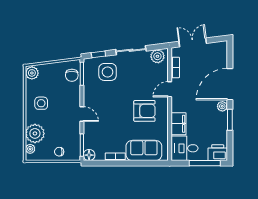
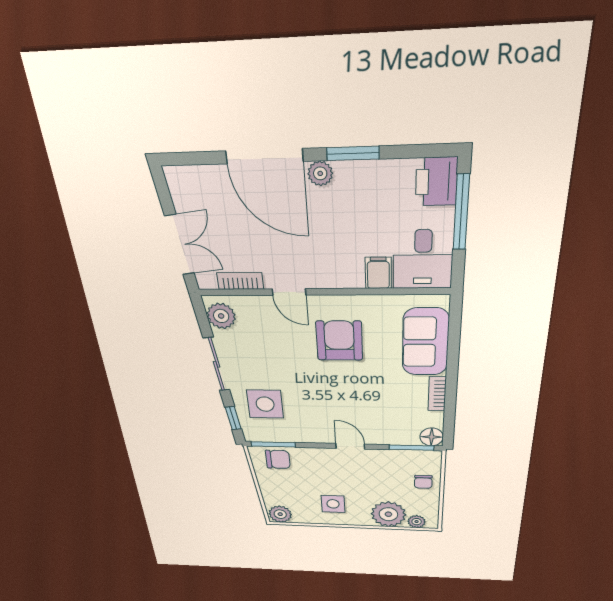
double door: (193, 42) -> (180, 245), swing flipped
door: (82, 114) -> (350, 446), hinge flipped
filing cabinet: (178, 124) -> (378, 273), width x0.50

